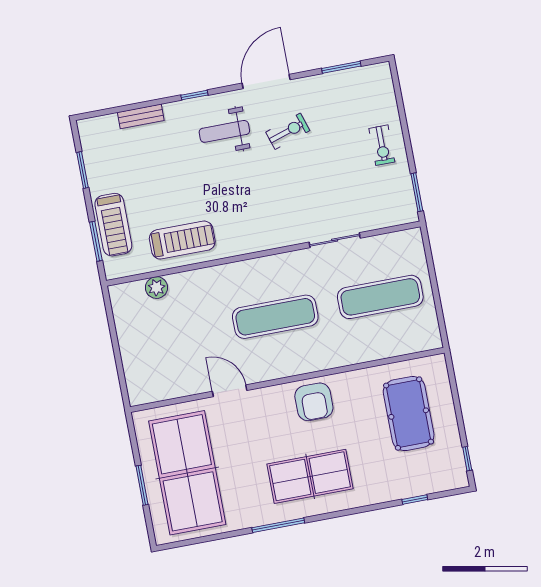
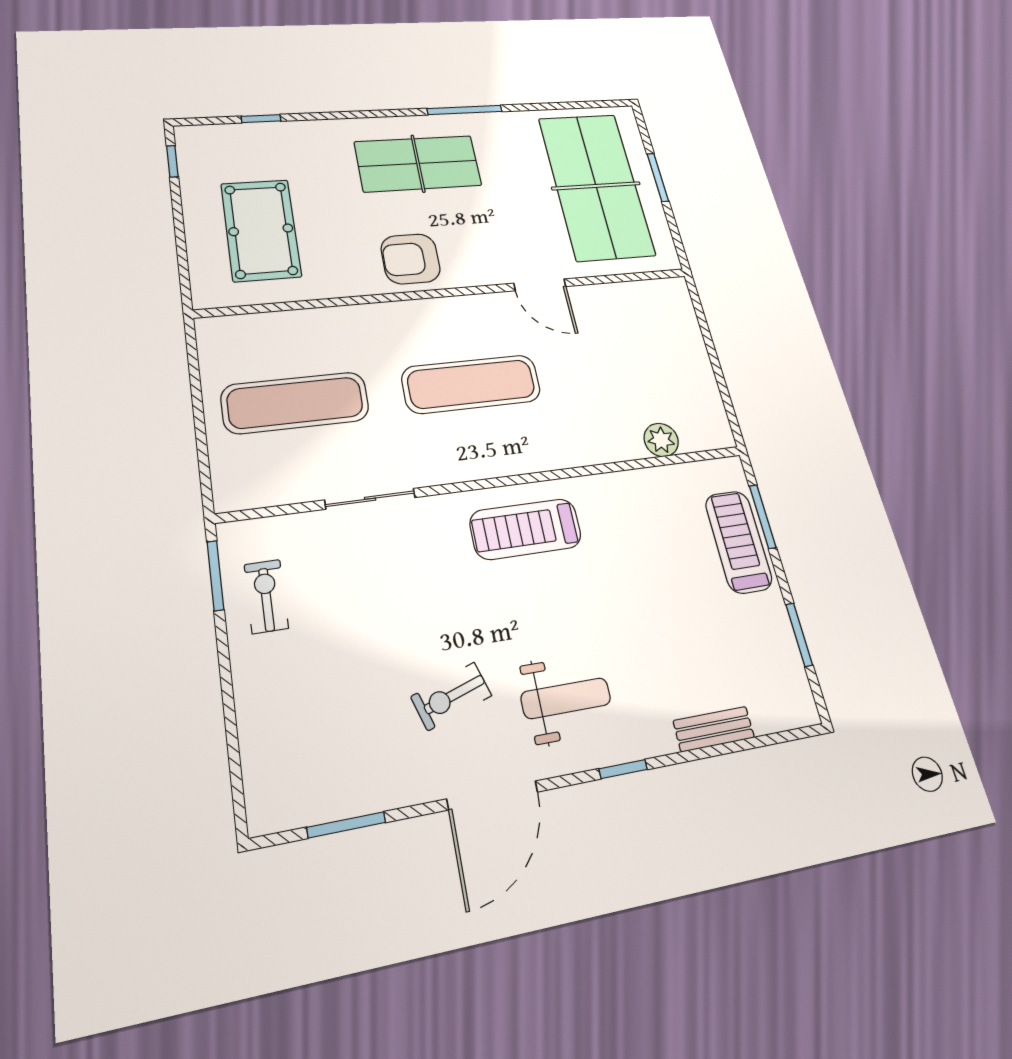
exercise bike: (382, 145) -> (266, 596), moved
treadmill: (182, 240) -> (526, 529), moved
armchair: (314, 402) -> (411, 259), turned -90

